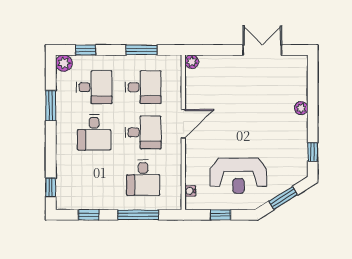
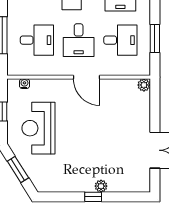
desk: (143, 87) -> (120, 40), turned -90
window: (313, 152) -> (93, 197), moved
desk: (143, 178) -> (37, 40), turned 180

